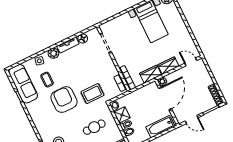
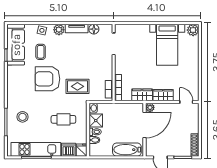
armchair: (64, 100) -> (47, 79), turned -90

